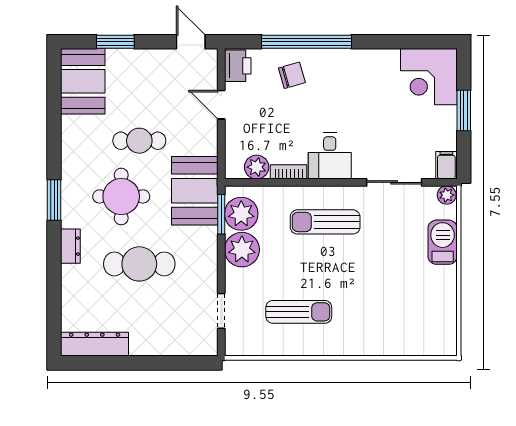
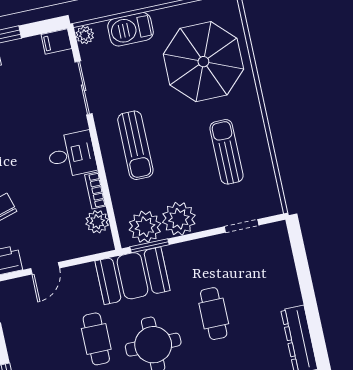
cafe table: (139, 264) -> (214, 314), width x0.73, depth x0.74
parasol: (394, 308) -> (203, 62), added

